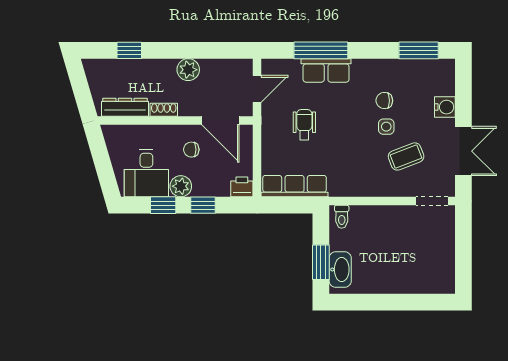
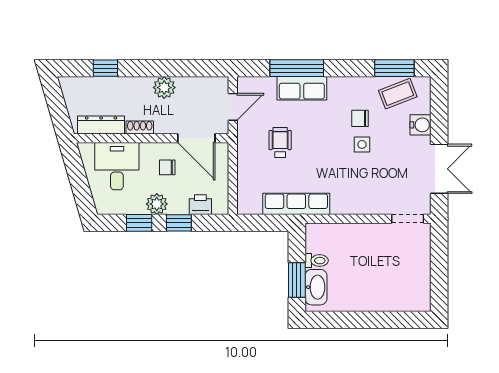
coffee table: (406, 156) -> (398, 94), moved
desk: (146, 173) -> (117, 166), moved, turned 180
row of seats: (295, 186) -> (296, 204), moved
printer: (242, 187) -> (200, 205), moved
toilet: (342, 217) -> (317, 261), moved, turned -90

